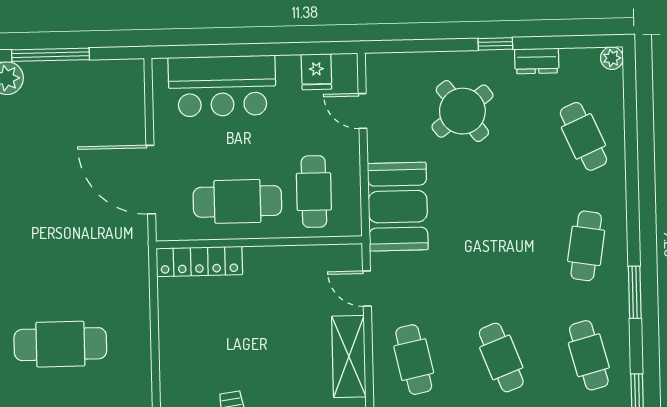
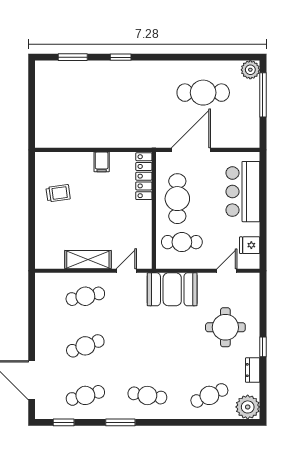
plant: (612, 58) -> (248, 407), width x1.88, depth x1.88
round table: (462, 111) -> (225, 327), turned 37
filing cabinet: (176, 337) -> (102, 162), added
cafe table: (60, 344) -> (203, 93), moved, turned 90

